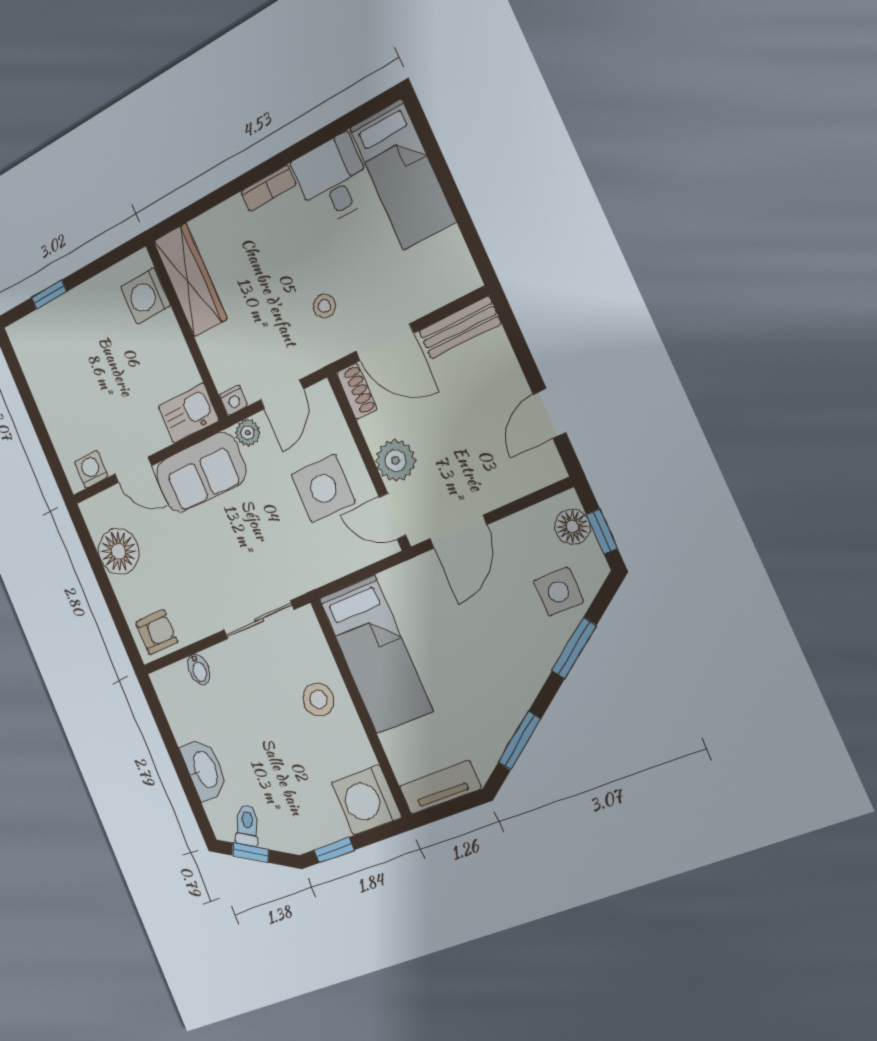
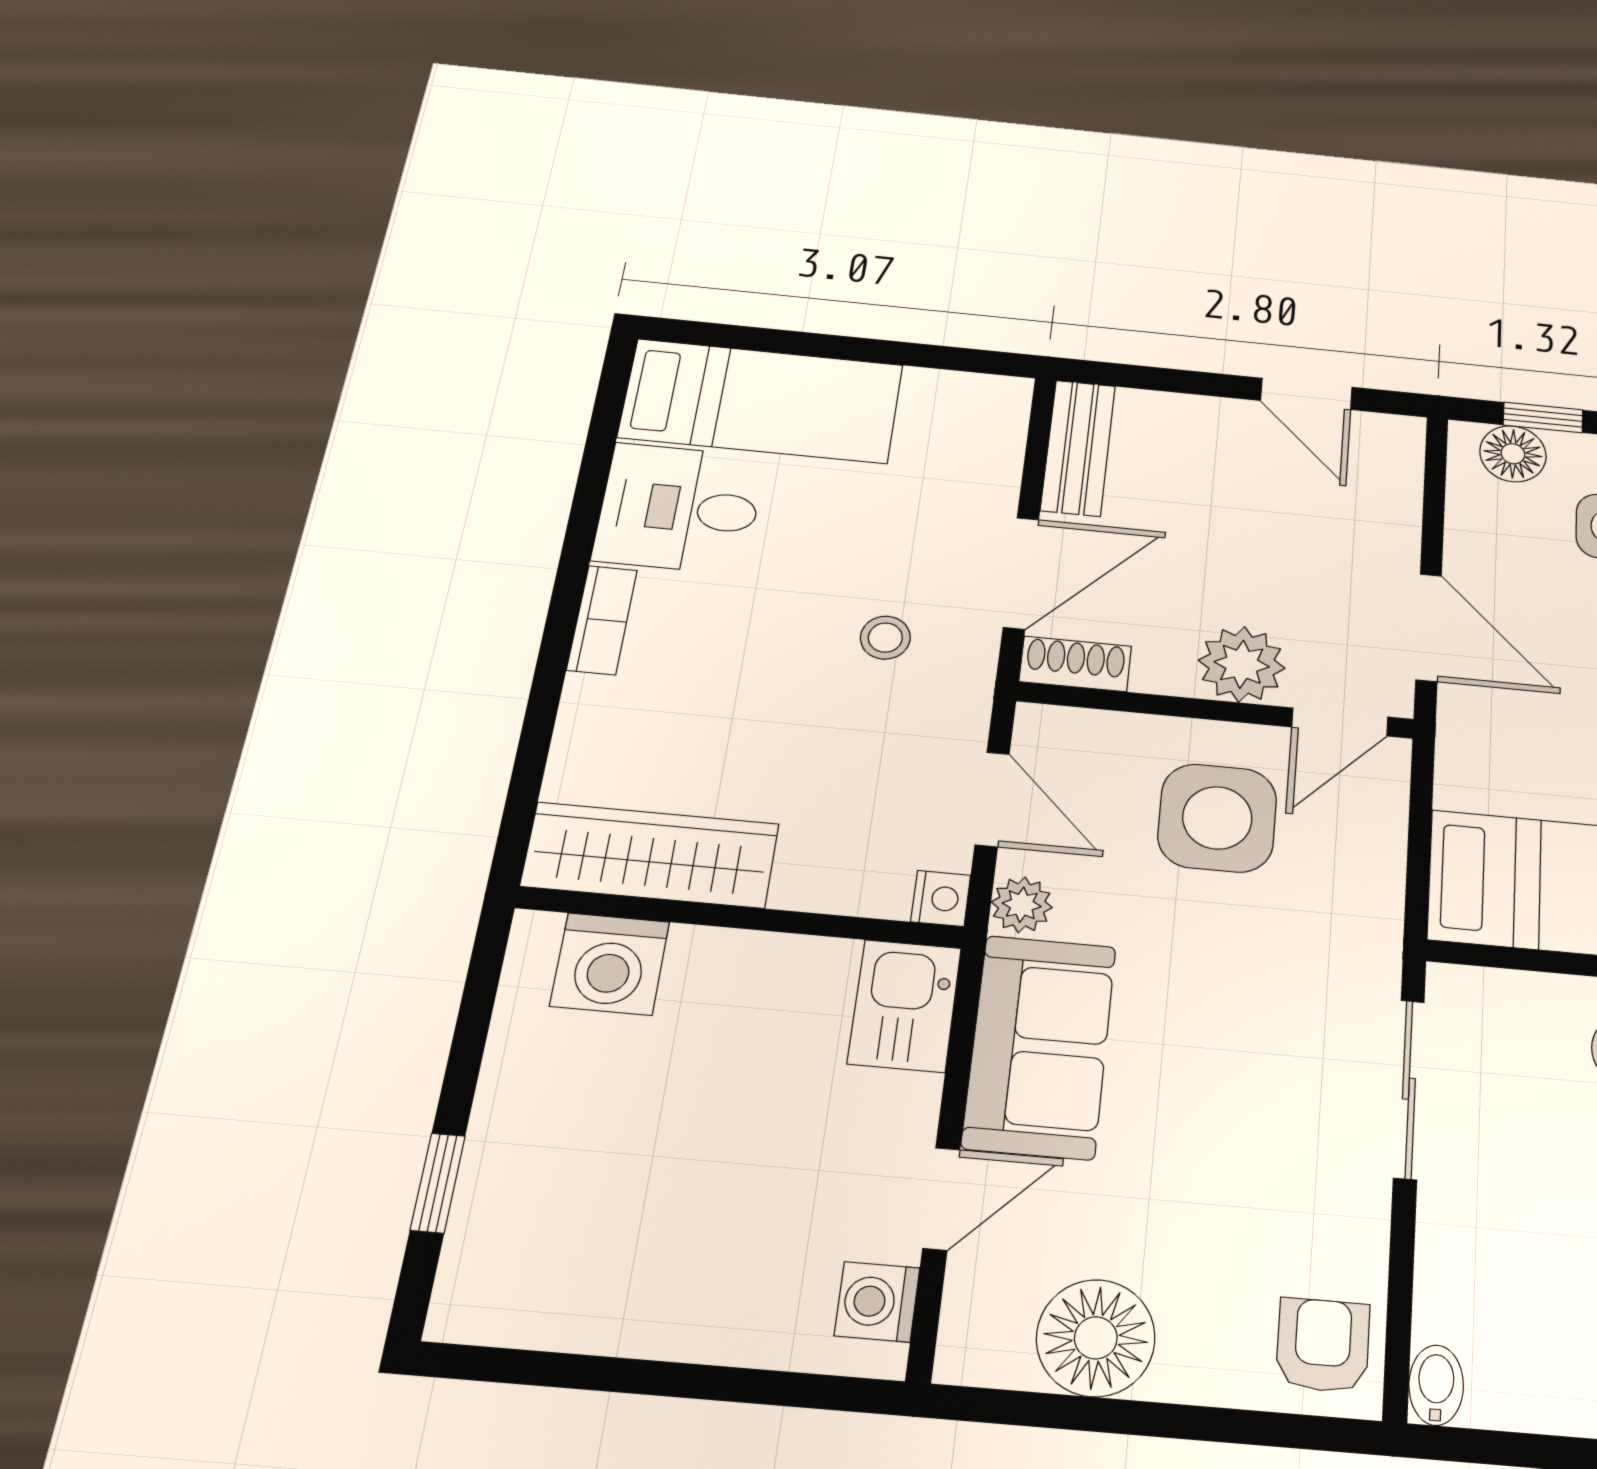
bidet: (199, 669) -> (1436, 1385), moved, turned -90

